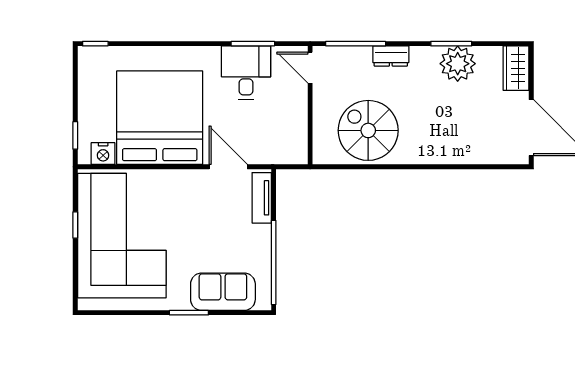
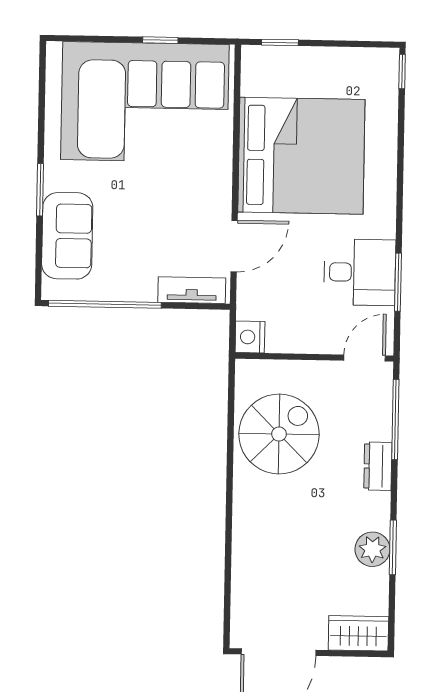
plant: (458, 64) -> (372, 549), width x0.73, depth x0.73
nightstand: (103, 154) -> (250, 337), moved

